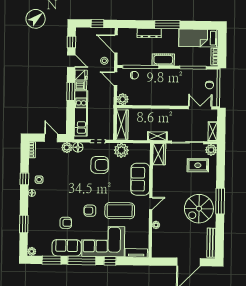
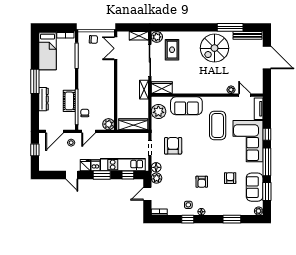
window: (71, 42) -> (128, 175), moved
cot: (163, 60) -> (69, 101), moved
door: (71, 61) -> (72, 175), swing flipped
plant: (121, 150) -> (158, 111), moved
window: (220, 201) -> (230, 27), moved
door: (151, 204) -> (245, 95), moved
spiral stairs: (199, 209) -> (215, 48), turned 90
armchair: (90, 211) -> (202, 182), moved
sofa: (67, 248) -> (255, 187), moved

